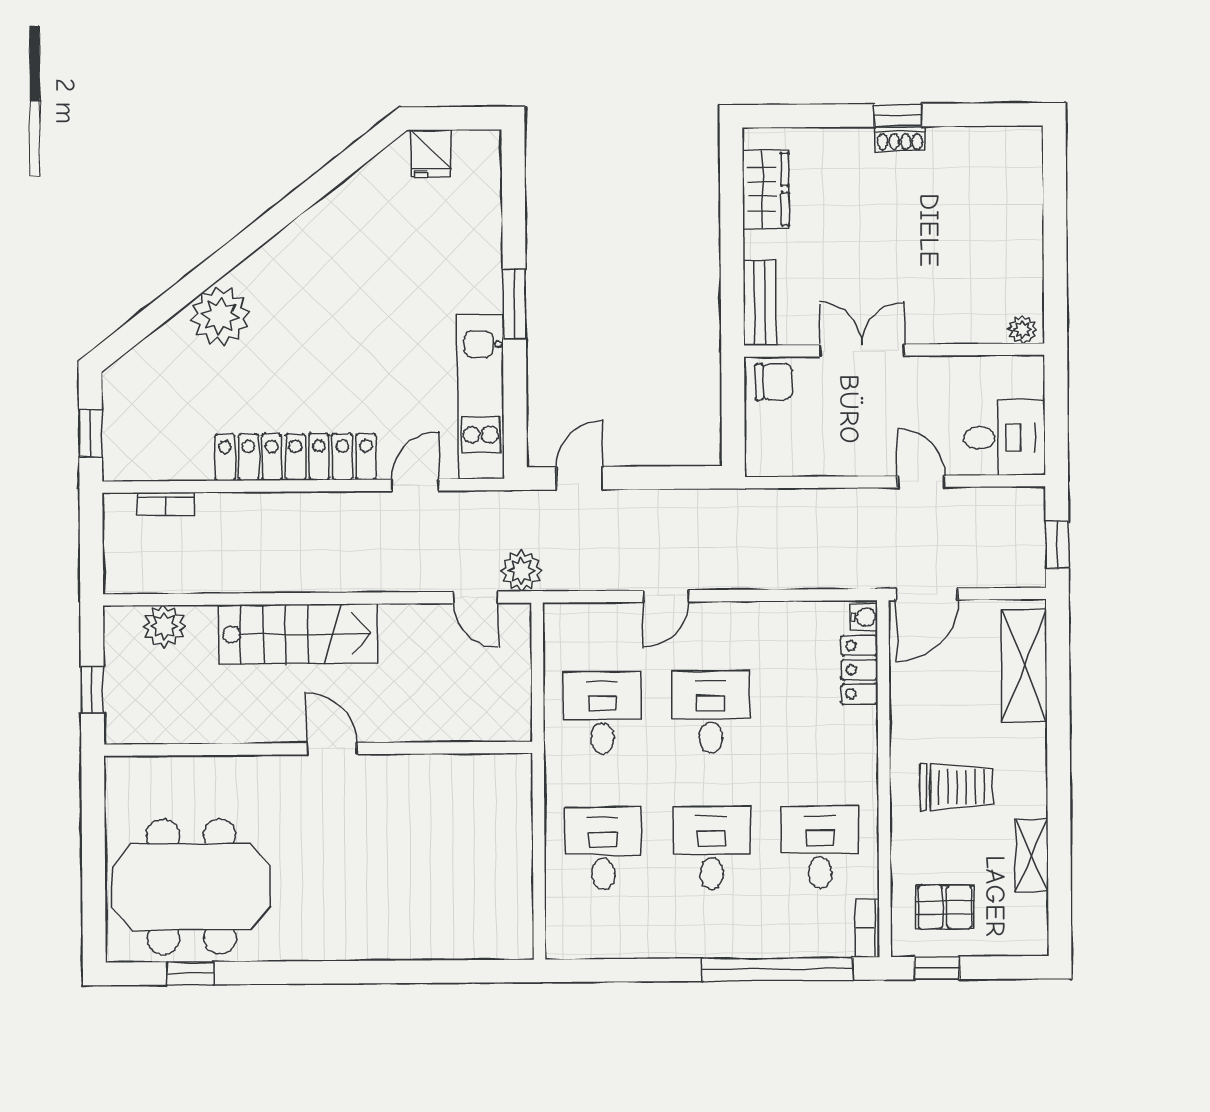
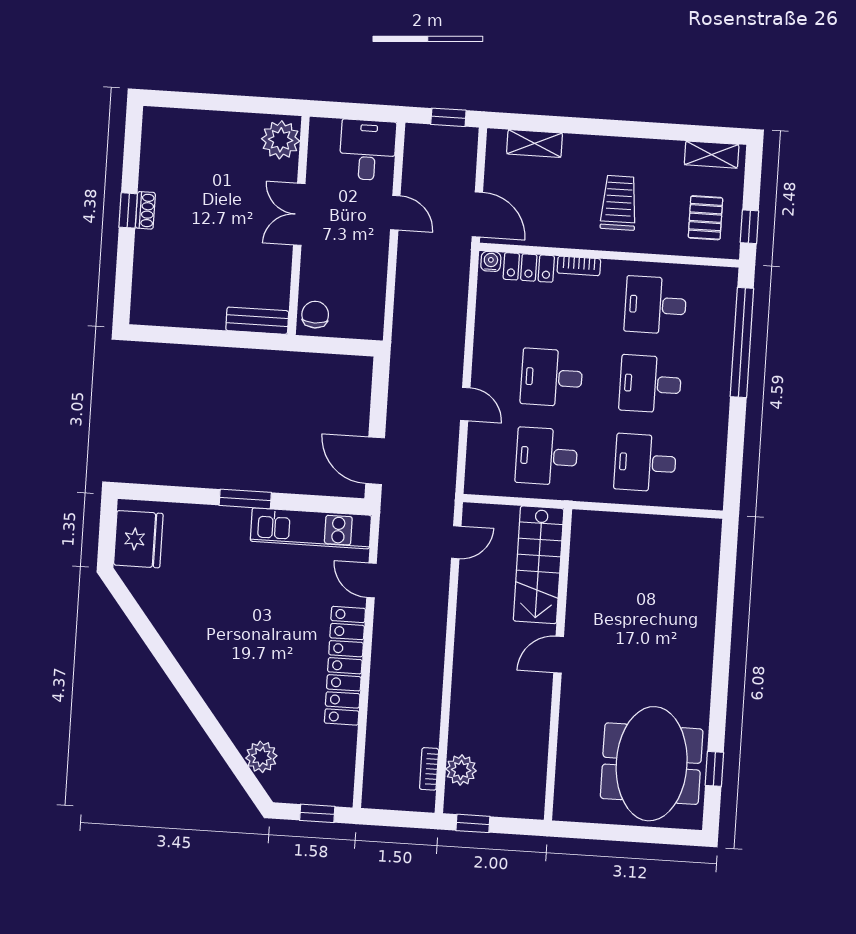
fridge: (431, 154) -> (138, 539), width x1.88, depth x1.34
wardrobe: (766, 189) -> (175, 310), removed
plant: (220, 316) -> (261, 757), moved, width x0.73, depth x0.73
plant: (1022, 329) -> (281, 140), width x1.88, depth x1.88
double door: (862, 350) -> (299, 214), moved
door: (579, 478) -> (375, 461), width x1.38
door: (921, 482) -> (395, 213), swing flipped
bookcase: (166, 504) -> (429, 769), moved, turned 180
plant: (521, 571) -> (439, 508), removed
stairs: (298, 634) -> (539, 565), moved, turned 180
shelving: (1024, 666) -> (535, 143), width x0.67, depth x0.75
window: (92, 690) -> (473, 823), moved
shelving: (1032, 856) -> (712, 155), moved
bookcase: (868, 928) -> (579, 266), moved

